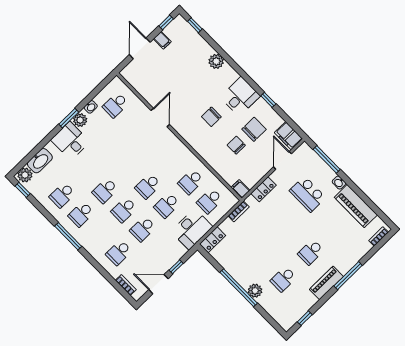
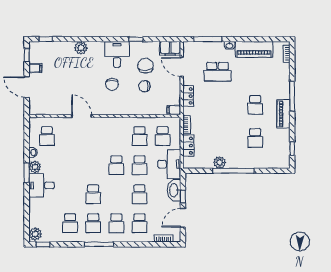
washbasin: (40, 161) -> (174, 190), moved, turned 180
school desk: (124, 210) -> (116, 223), moved
locker: (213, 240) -> (188, 146), moved
plant: (255, 291) -> (220, 162), moved

